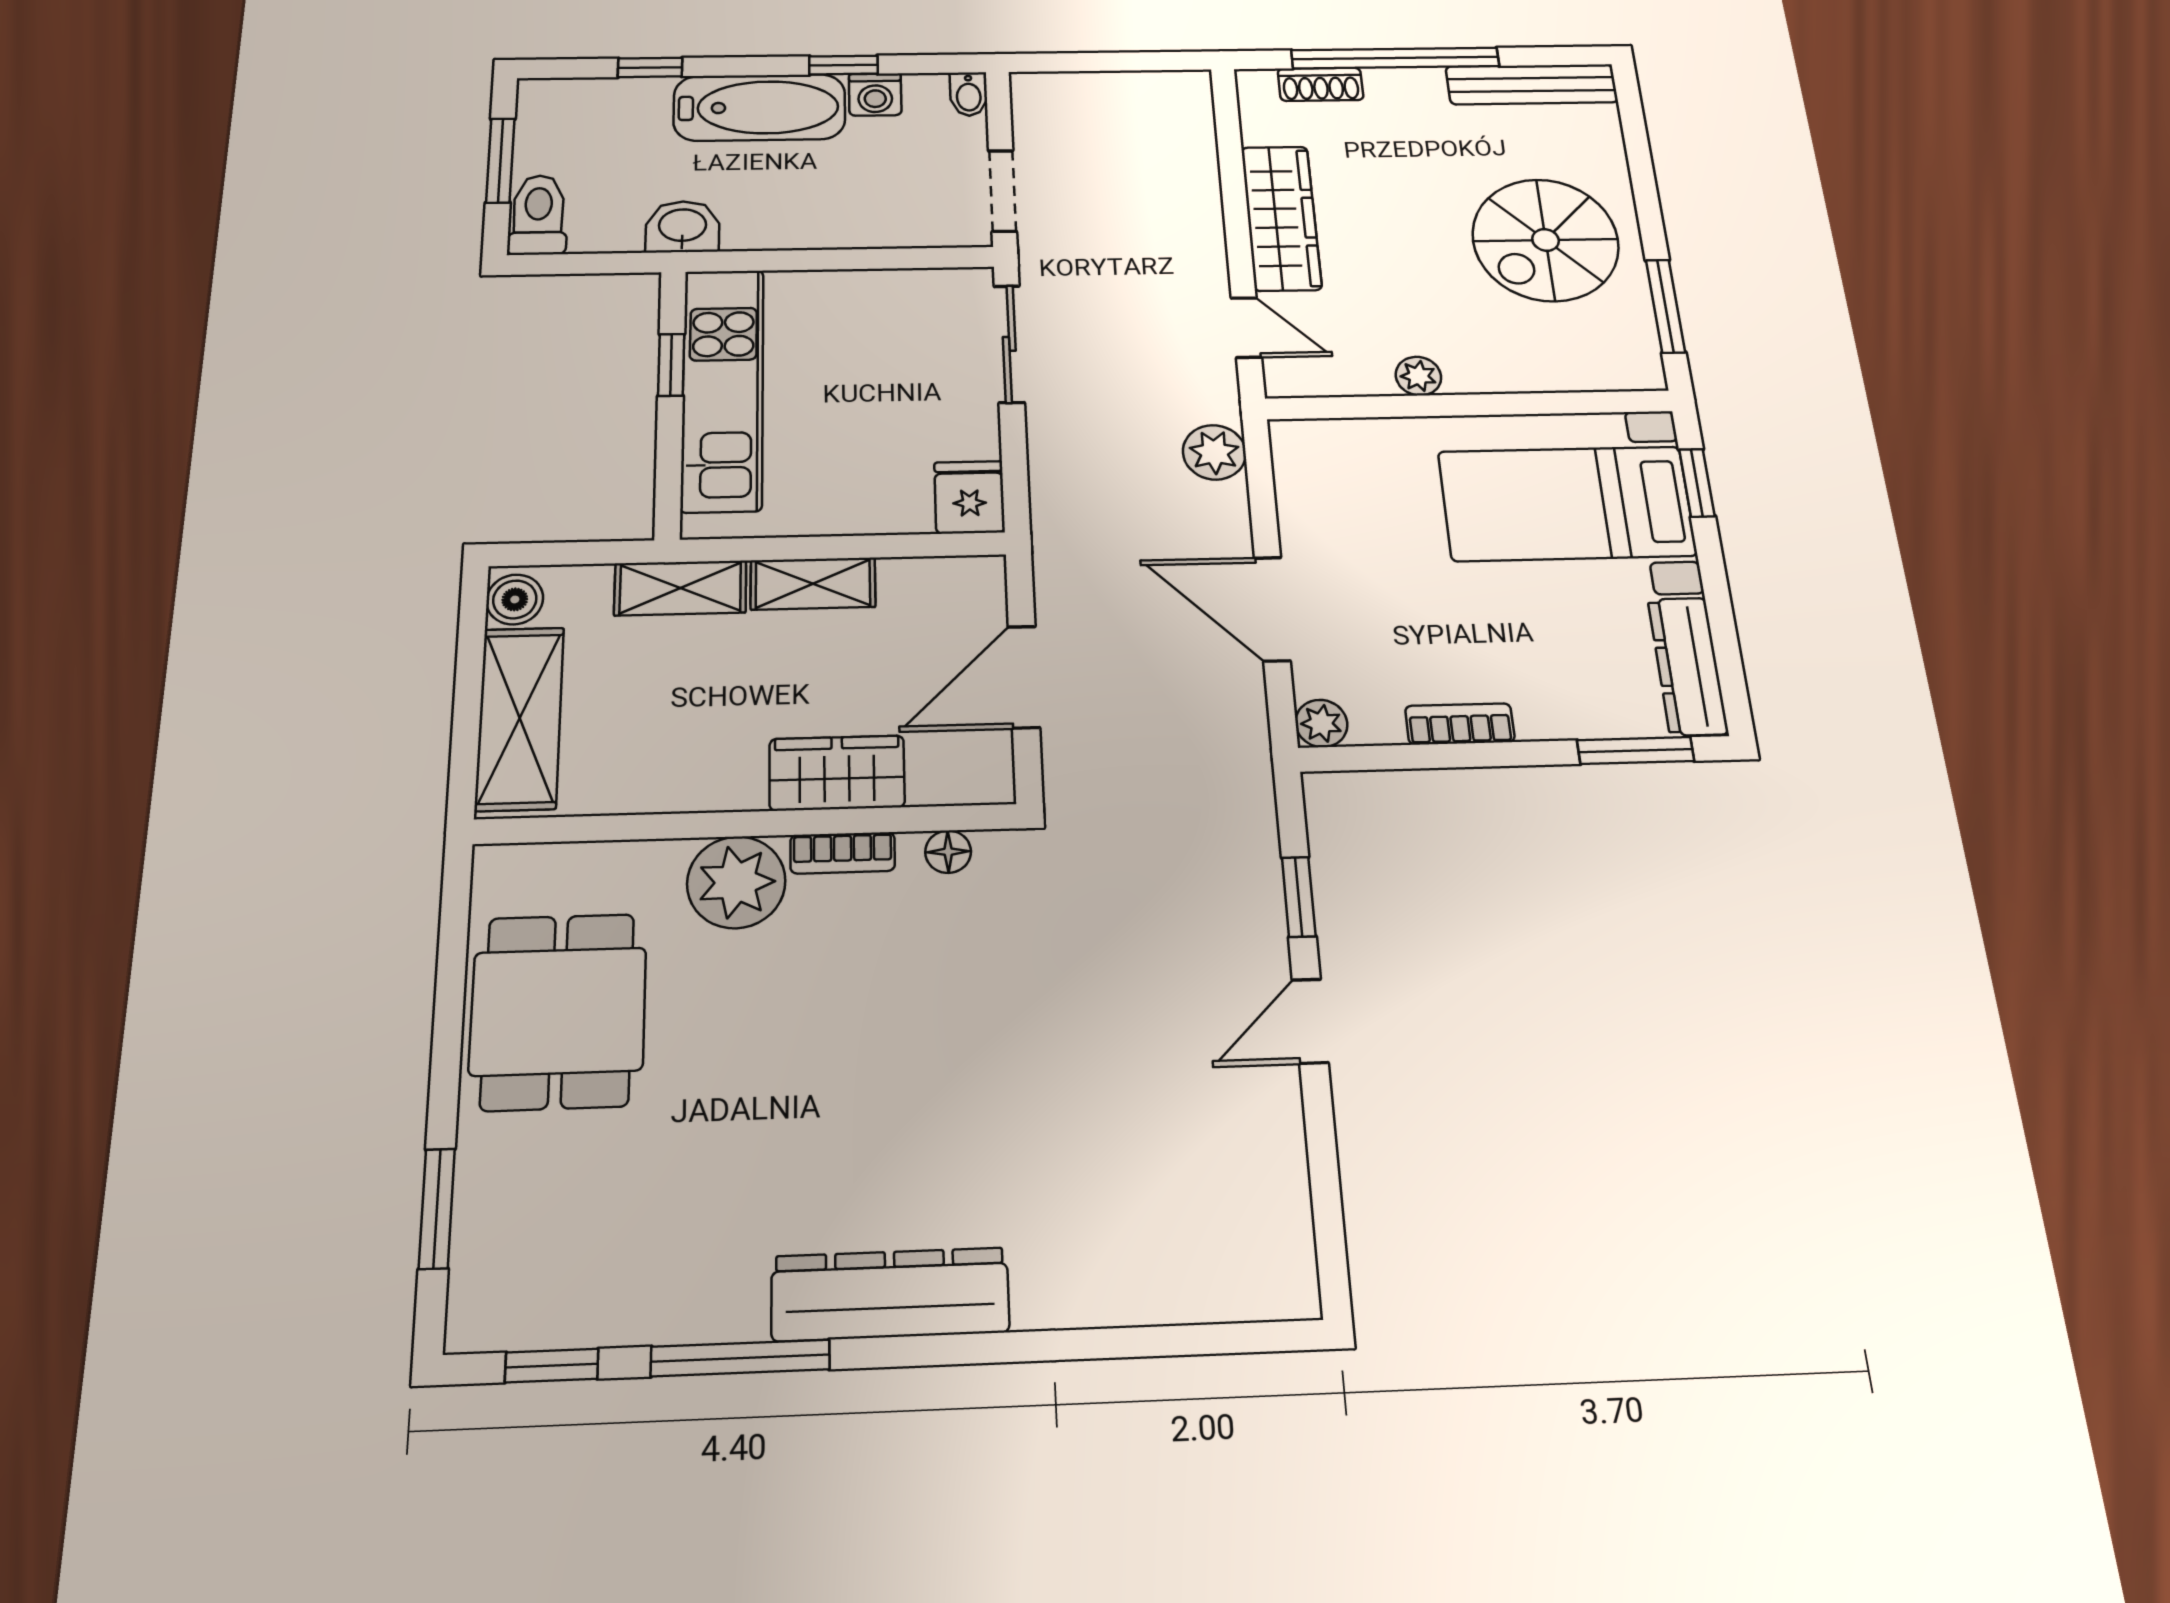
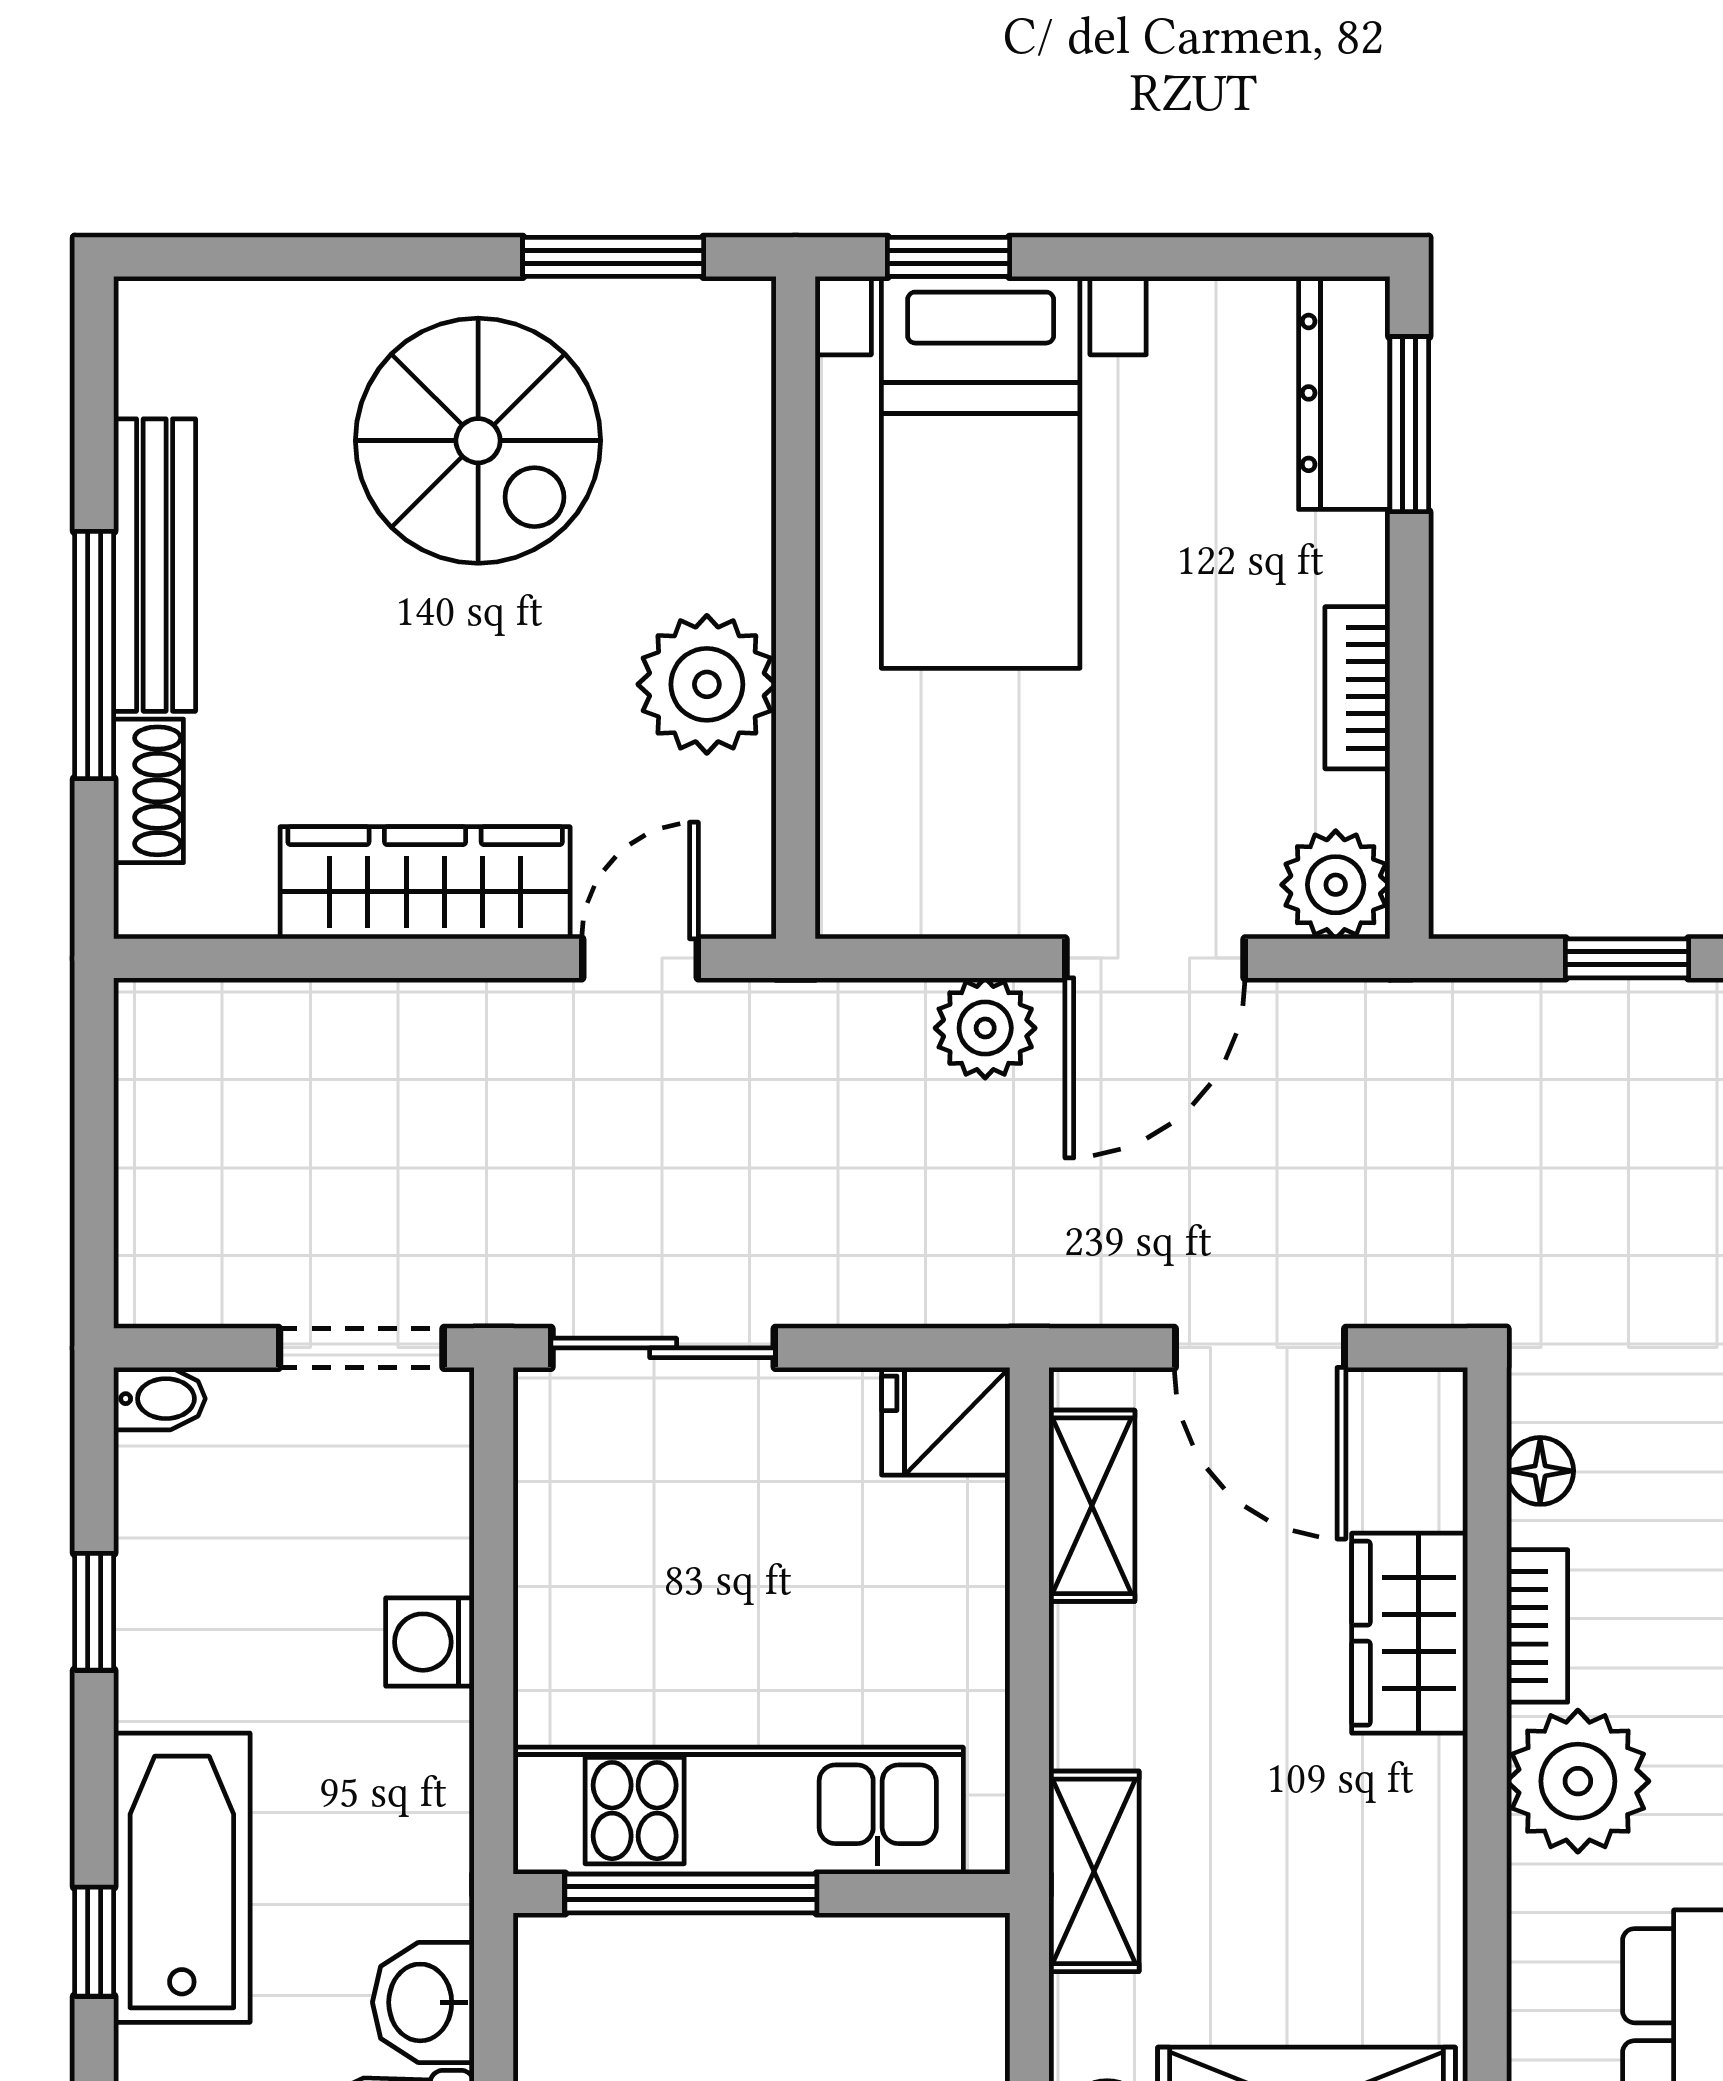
window: (1395, 58) -> (94, 655), width x0.68
bench: (1532, 84) -> (155, 565), moved
washing machine: (875, 95) -> (430, 1642), moved, turned 180
bathtub: (759, 107) -> (182, 1878), moved
washbasin: (682, 227) -> (423, 2002), moved
window: (671, 365) -> (691, 1893), width x2.17
plant: (1418, 376) -> (707, 684), width x1.88, depth x1.88
plant: (1214, 452) -> (985, 1028), moved
shelving: (813, 584) -> (1092, 1506), moved
dresser: (1688, 666) -> (1344, 393), moved, turned 90
plant: (1321, 723) -> (1336, 885), width x1.38, depth x1.38

